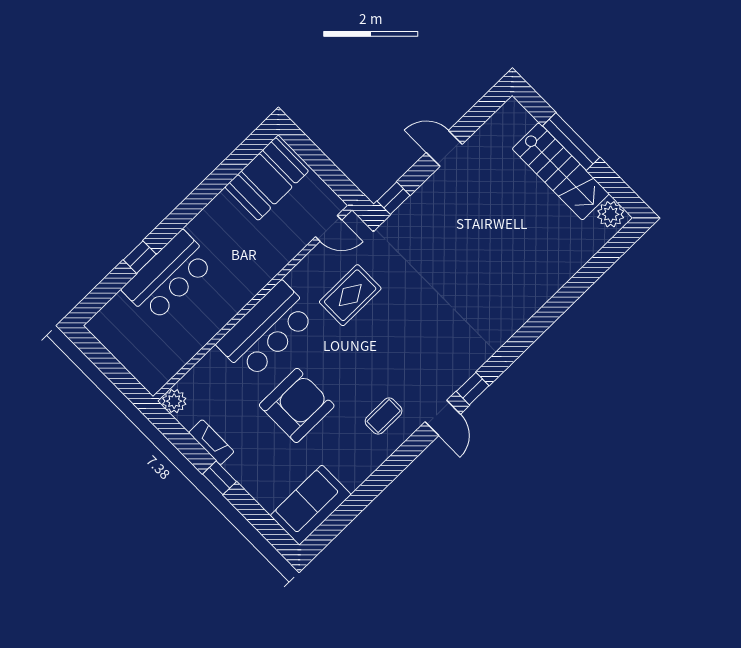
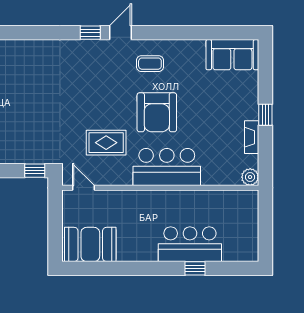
armchair: (297, 405) -> (157, 112), moved, turned -90

